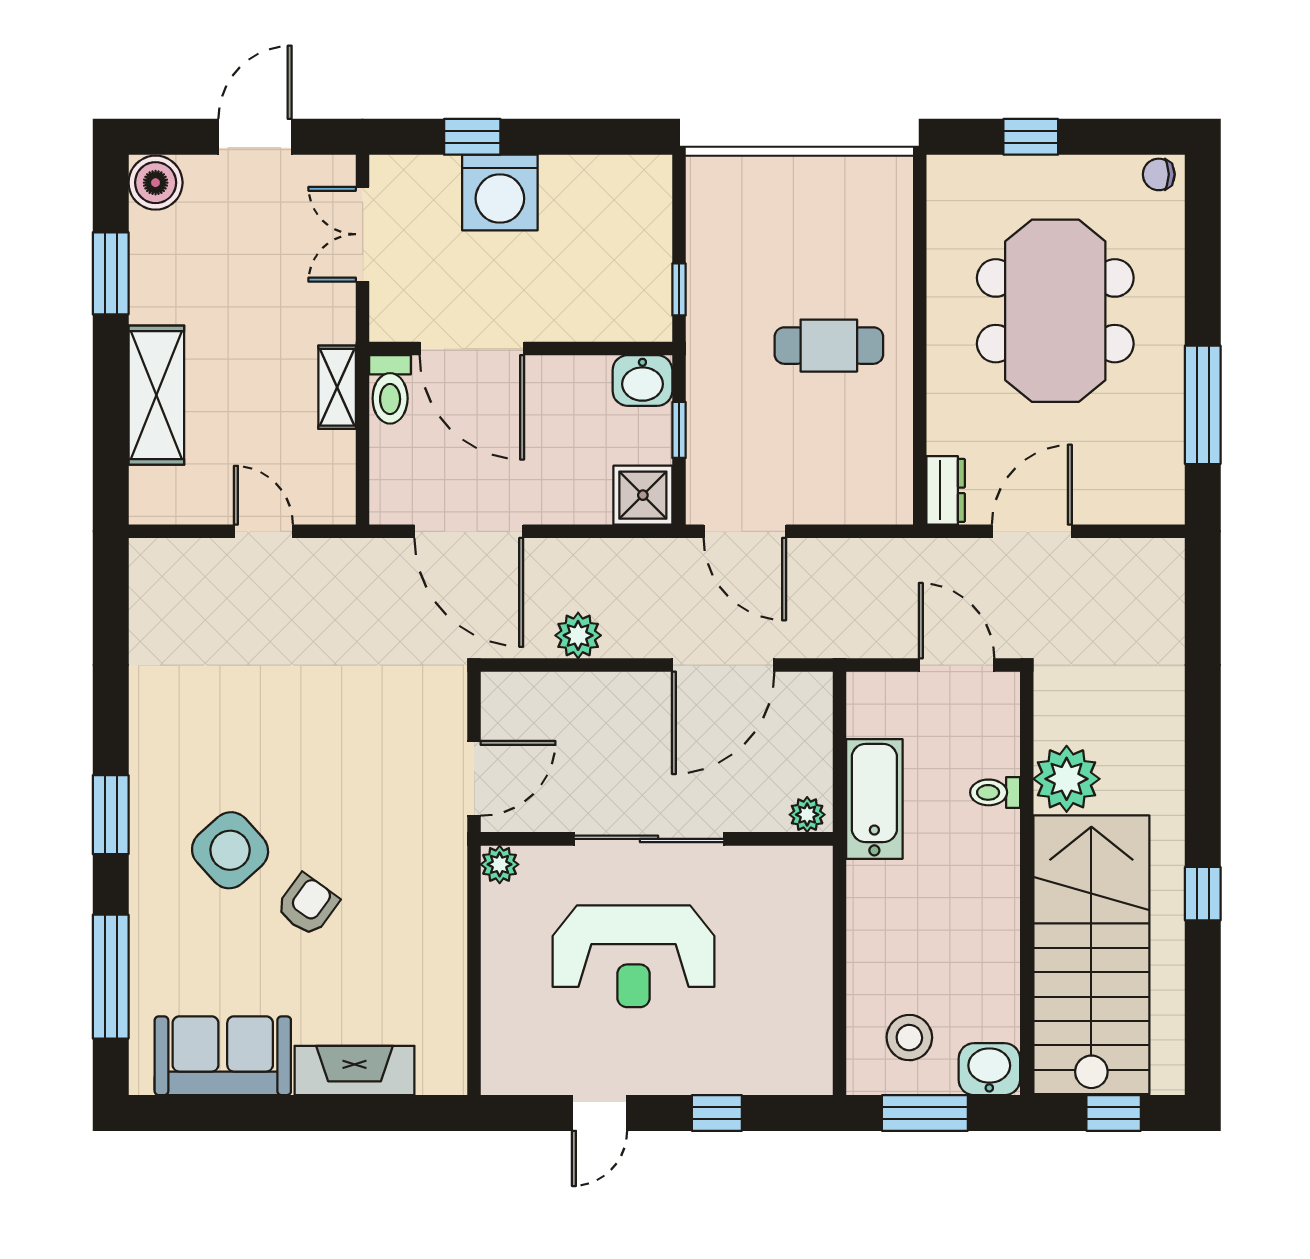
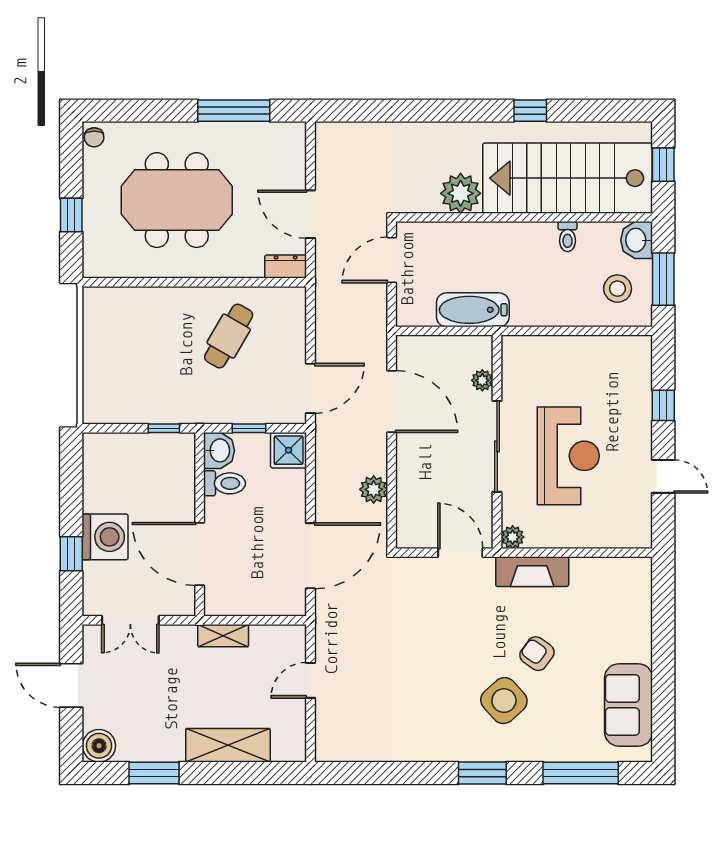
cafe table: (829, 346) -> (229, 336), moved, turned 30
door: (472, 349) -> (200, 554), swing flipped
toilet: (390, 389) -> (224, 483), moved
toilet: (995, 792) -> (568, 237), moved
plant: (807, 815) -> (482, 380), moved
fireplace: (355, 1071) -> (532, 572), moved, turned -90

